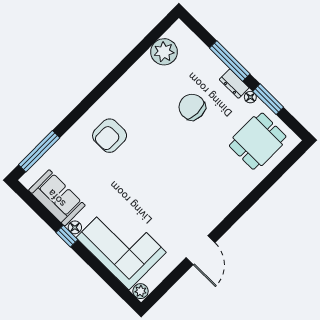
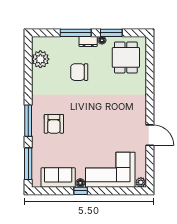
window: (85, 105) -> (28, 121), added

